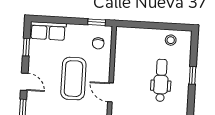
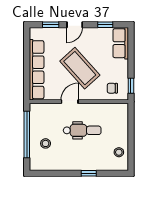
coffee table: (73, 79) -> (80, 68), turned 48
dental chair: (161, 80) -> (82, 130), moved

